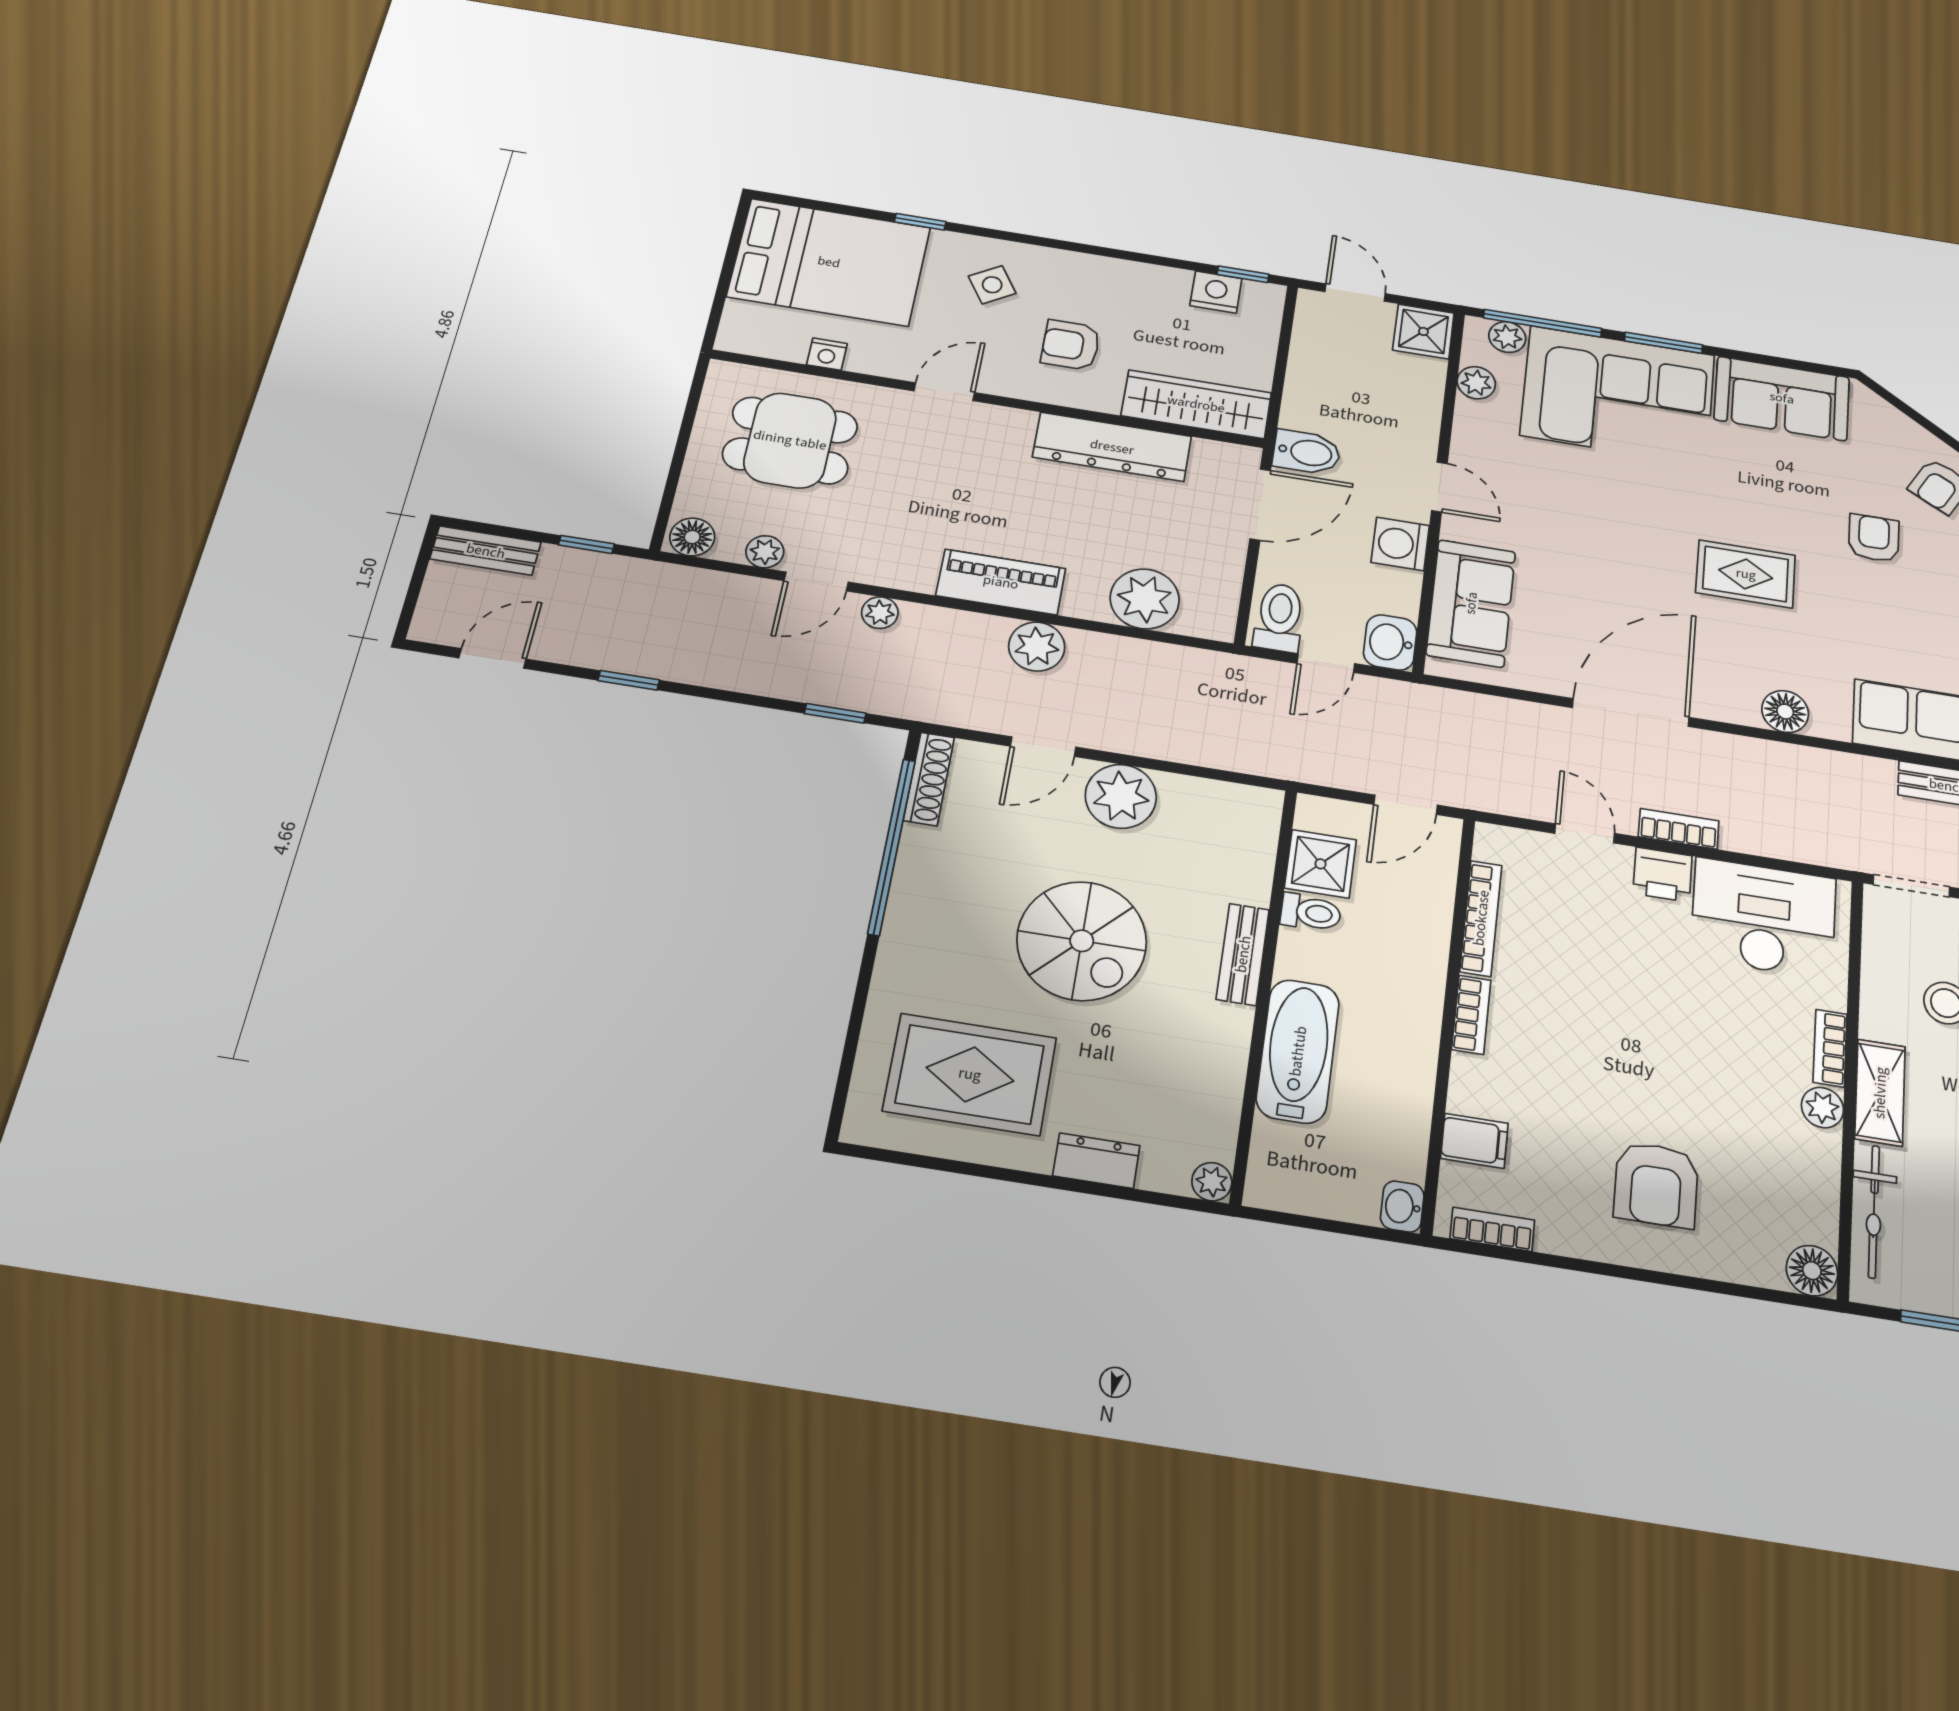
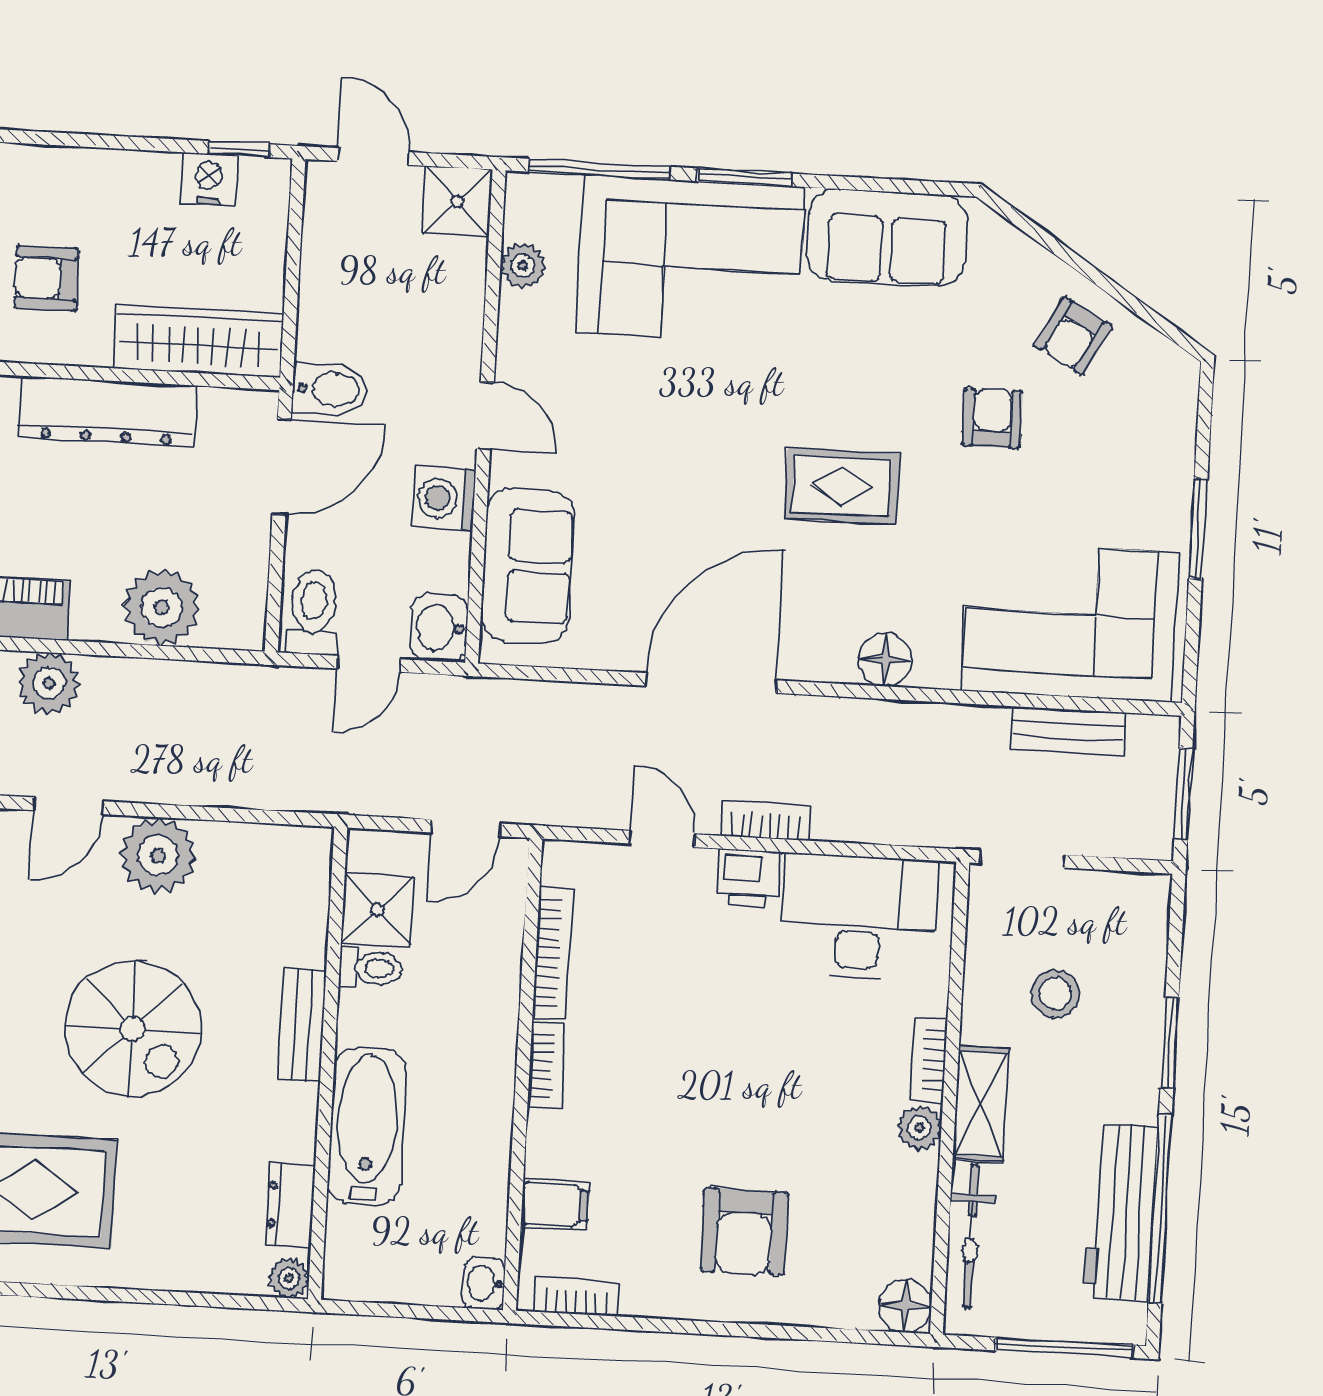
plant: (1507, 337) -> (557, 195), removed
dresser: (1096, 1161) -> (290, 1205), moved, turned -90

